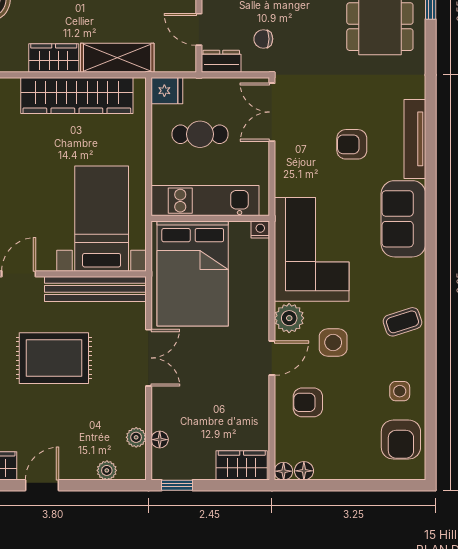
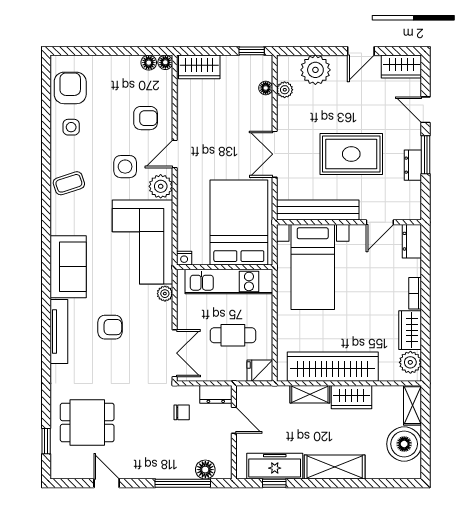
shelving: (117, 58) -> (310, 394), width x0.67, depth x0.75
plant: (284, 186) -> (165, 294), added
plant: (107, 470) -> (315, 70), width x1.88, depth x1.88

